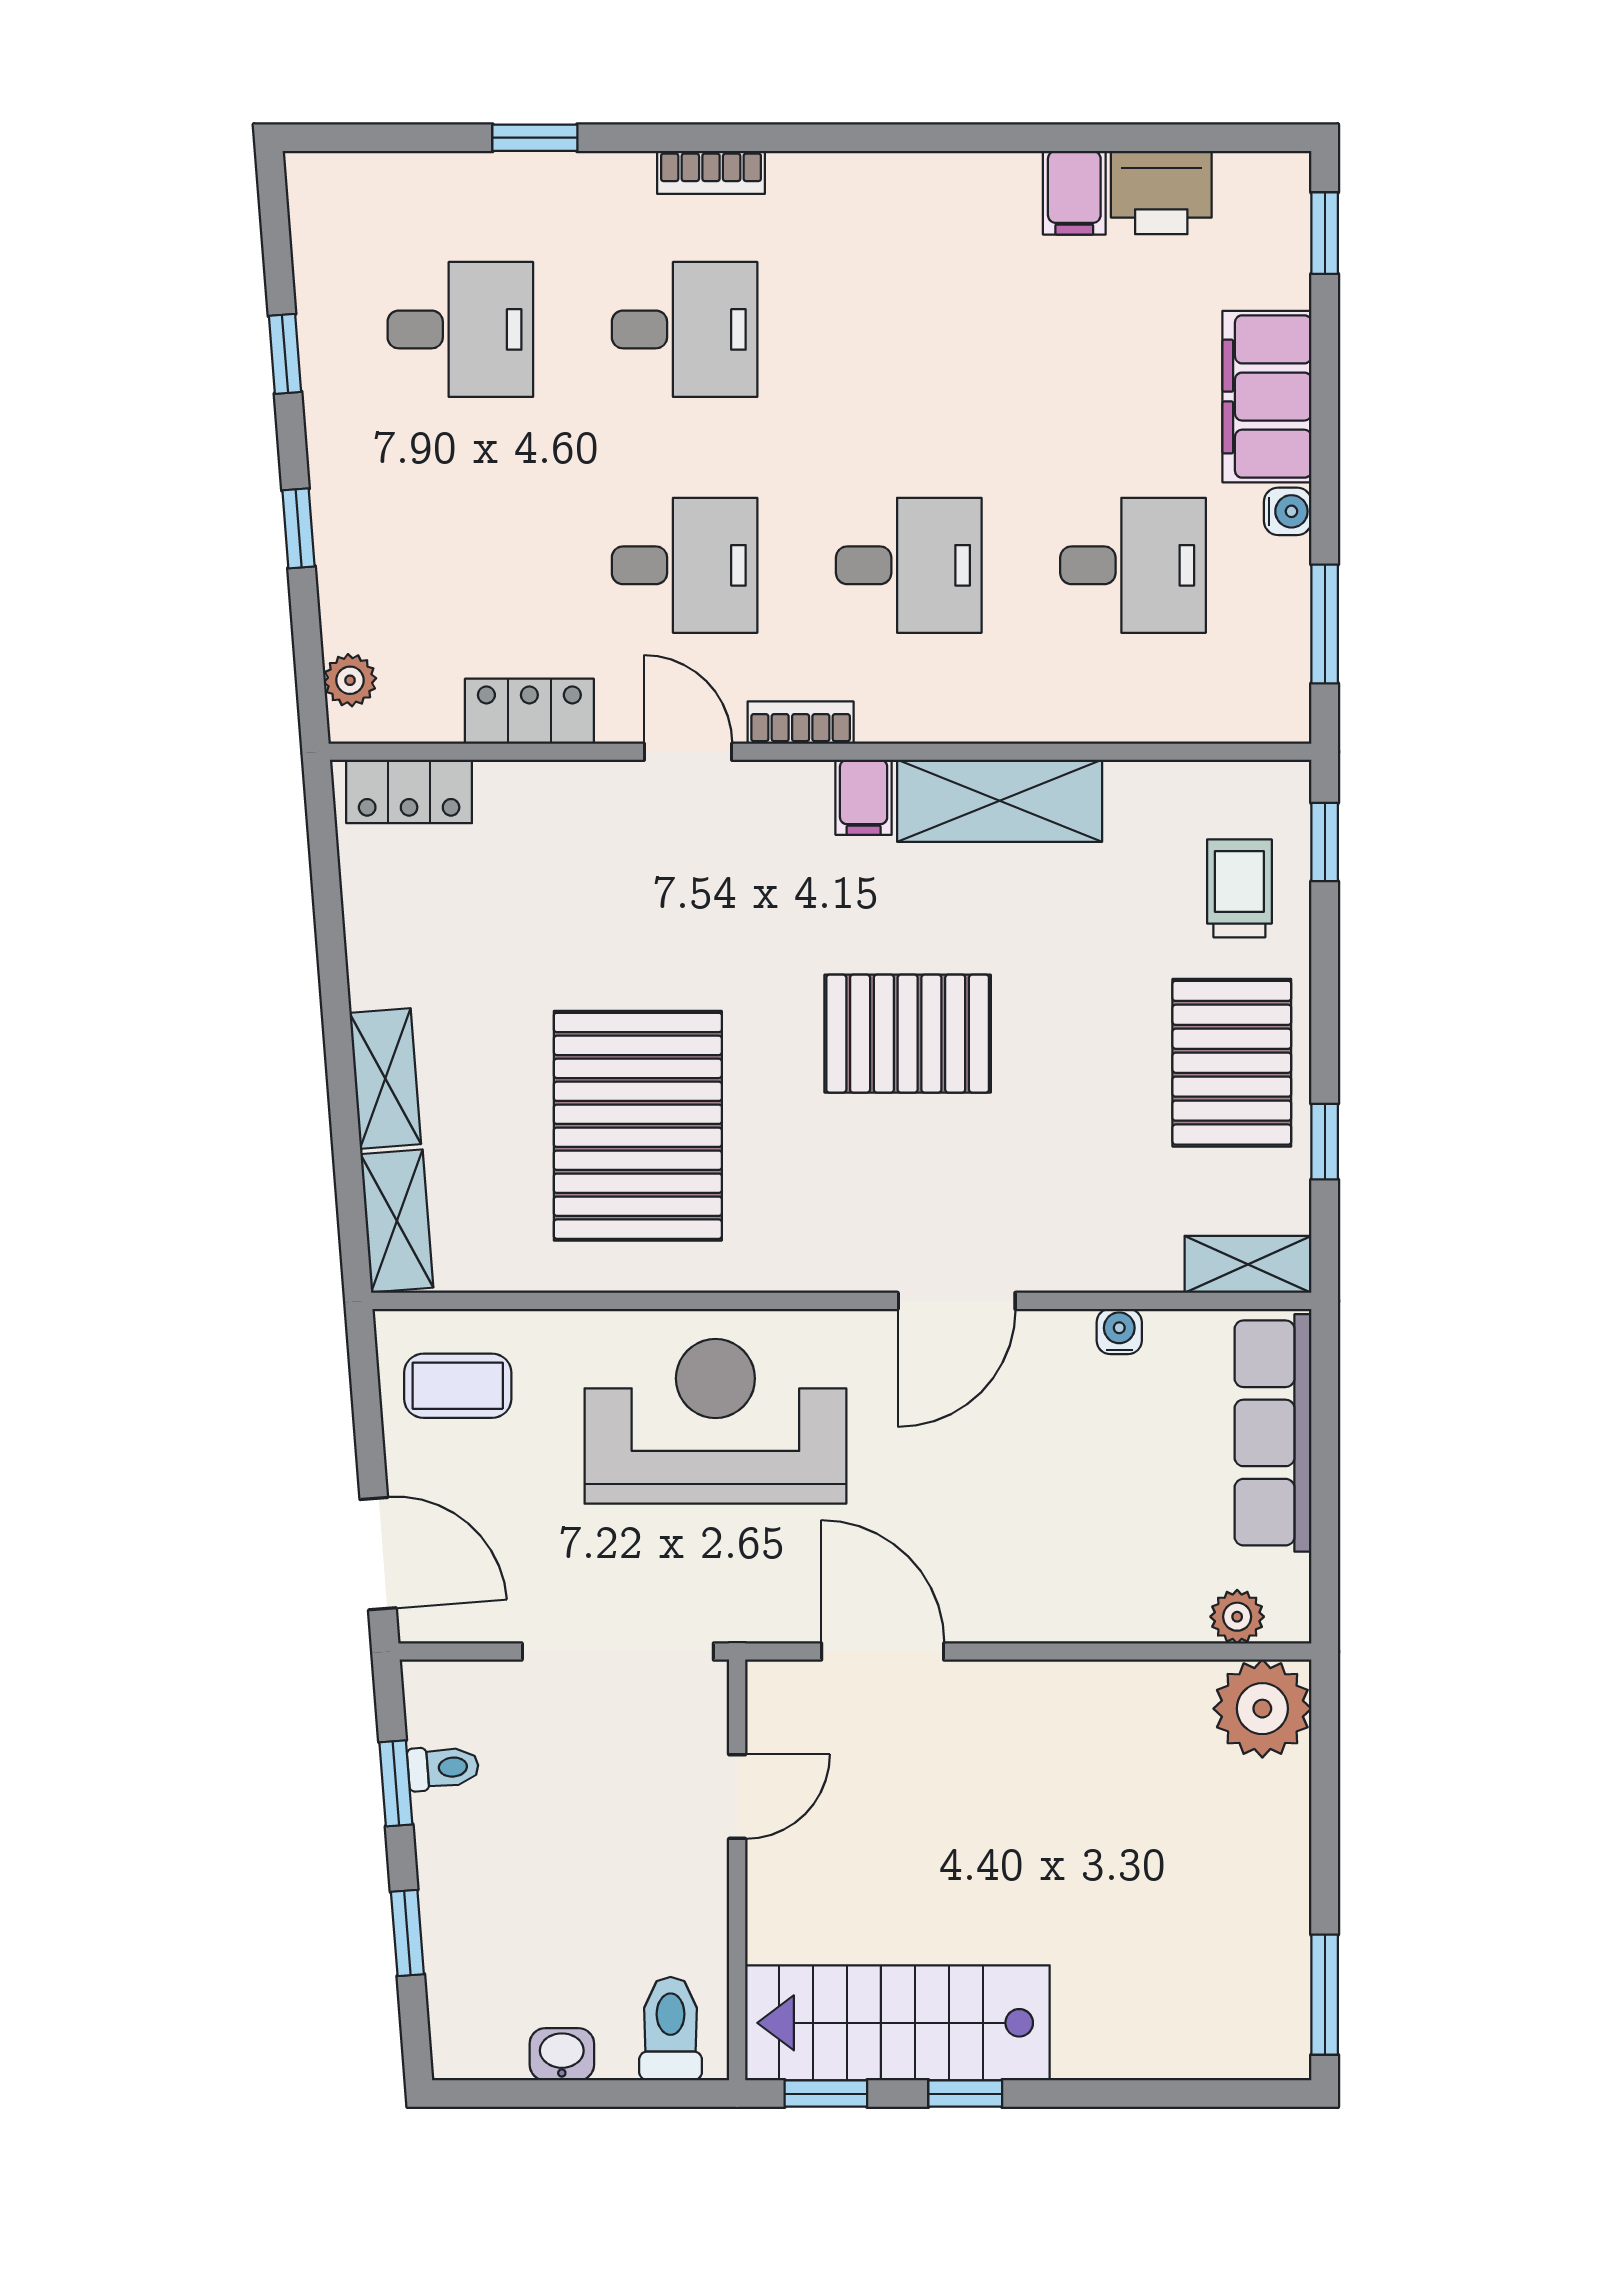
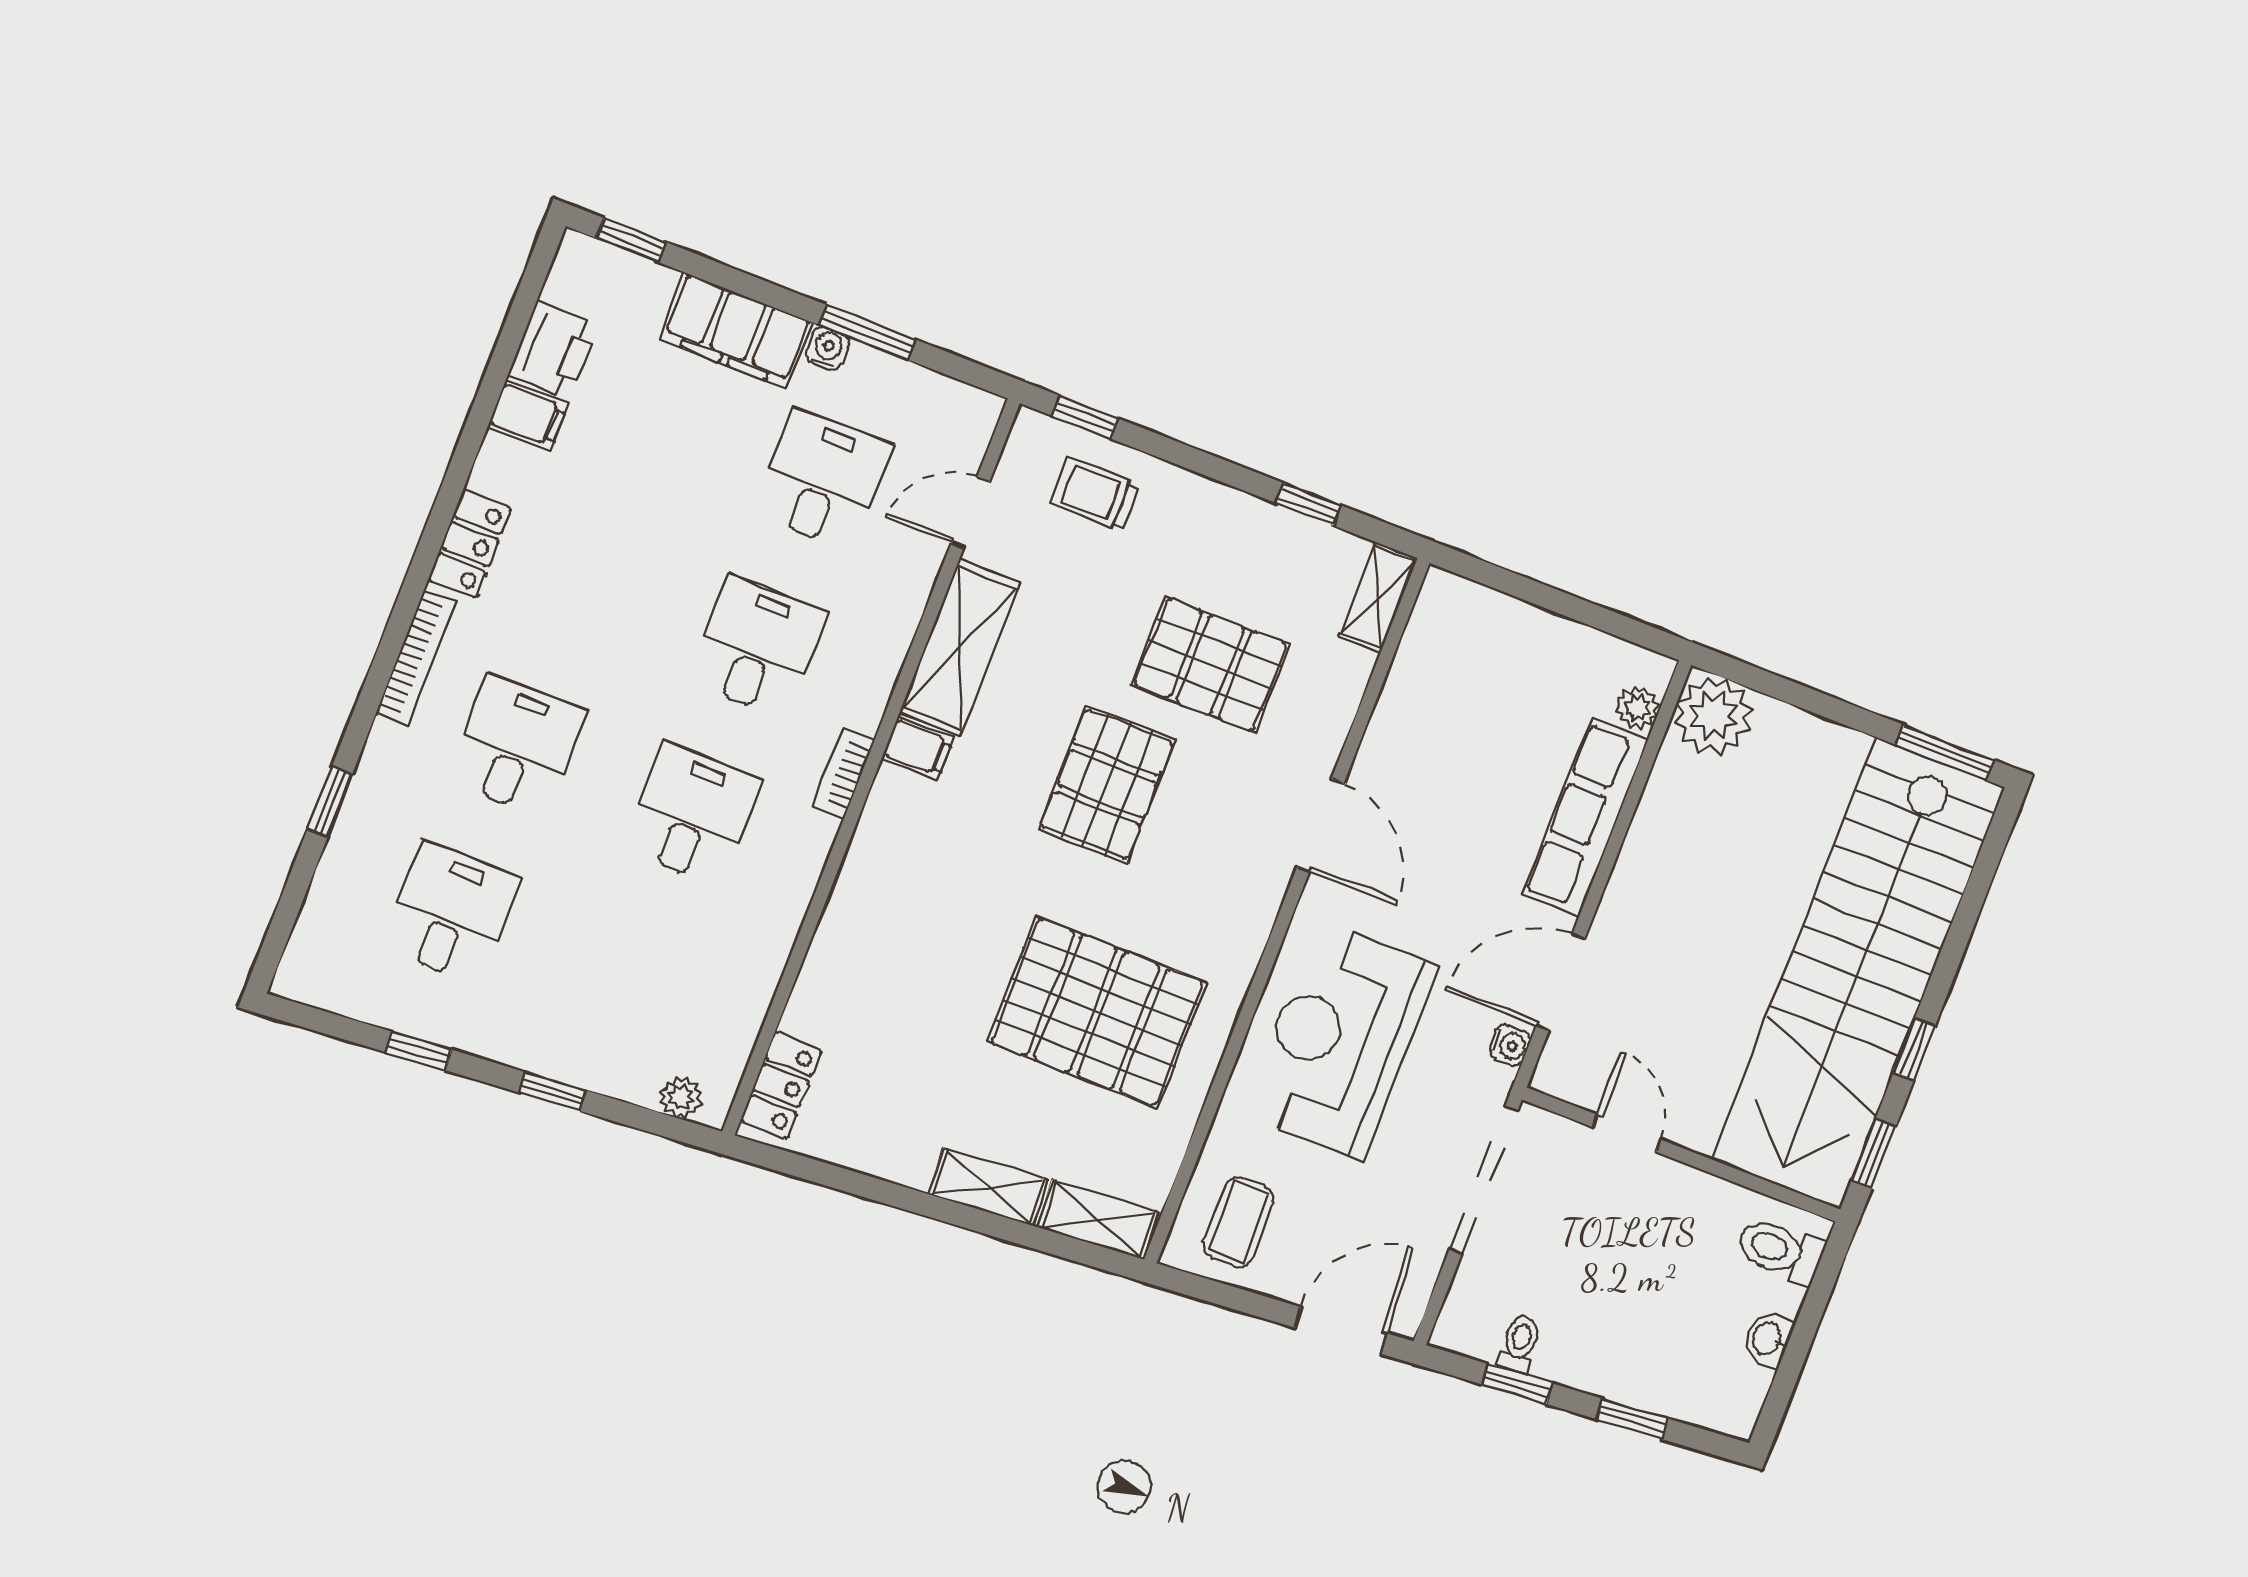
bookcase: (711, 172) -> (416, 658), width x1.56
window: (1325, 624) -> (867, 332), moved
locker: (529, 711) -> (470, 544), moved, turned 180
door: (688, 752) -> (970, 512), moved
pallet: (1232, 1063) -> (1210, 665), moved
water cooler: (1119, 1331) -> (1510, 1045), moved, turned 180
row of seats: (1273, 1433) -> (1585, 817), moved, turned 90
stairs: (897, 2023) -> (1858, 973), width x1.86, depth x1.51

